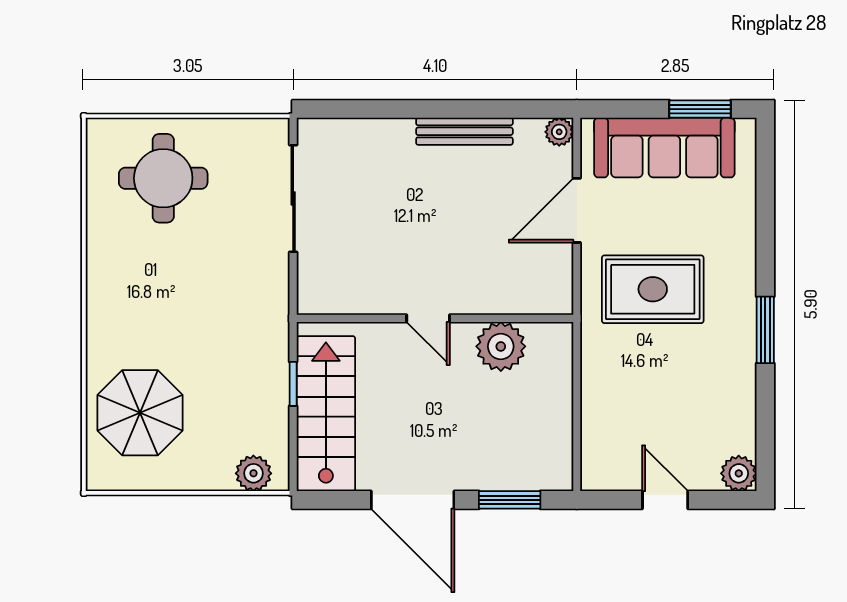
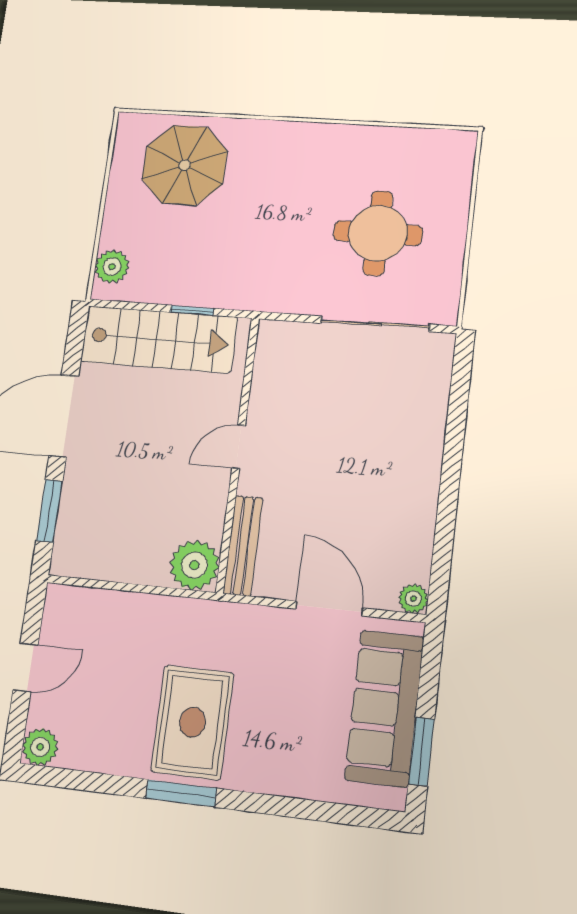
bench: (464, 131) -> (243, 546), moved
round table: (163, 178) -> (378, 233), moved
rug: (653, 289) -> (192, 722), moved
plant: (501, 346) -> (194, 565), moved

